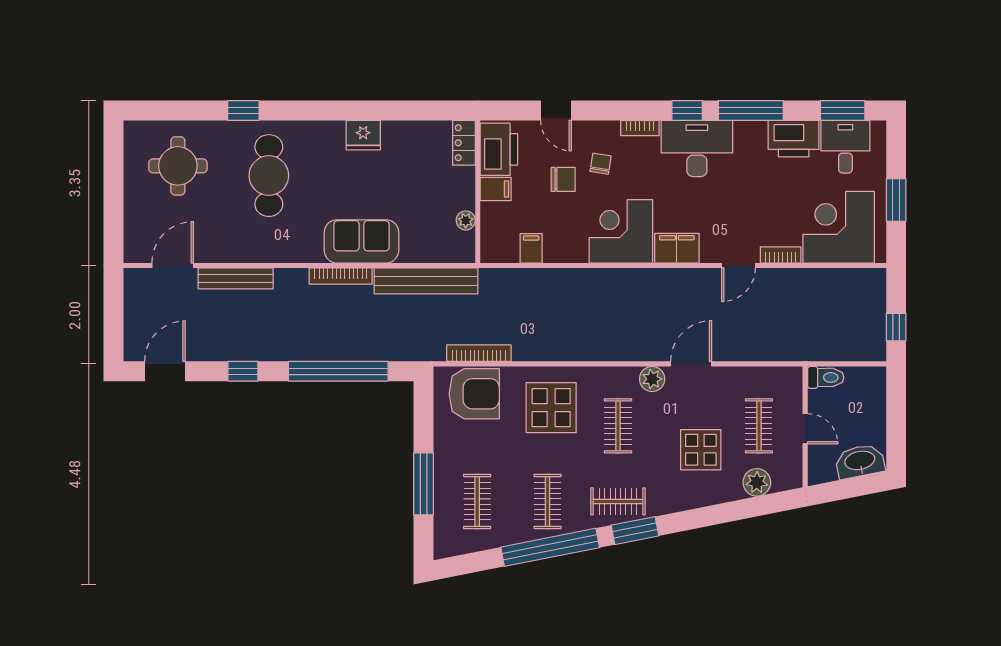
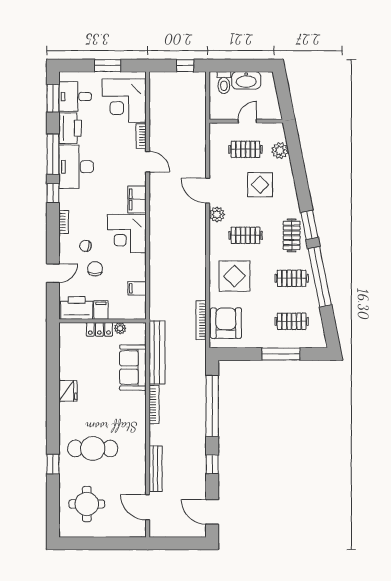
locker: (464, 143) -> (99, 329), moved
desk: (697, 148) -> (76, 167), moved
sofa: (362, 241) -> (133, 368), moved
toilet: (826, 377) -> (224, 83), moved, turned 180
washbasin: (860, 461) -> (246, 80), moved, turned -79

